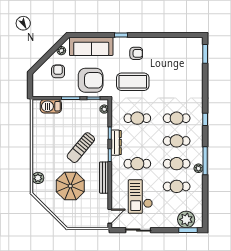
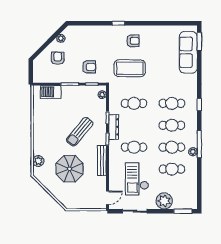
sofa: (91, 46) -> (188, 52), moved, turned 90
armchair: (91, 80) -> (89, 67), width x0.53, depth x0.53
plant: (186, 219) -> (164, 201), moved

